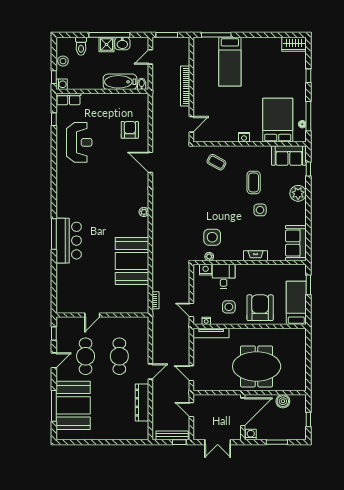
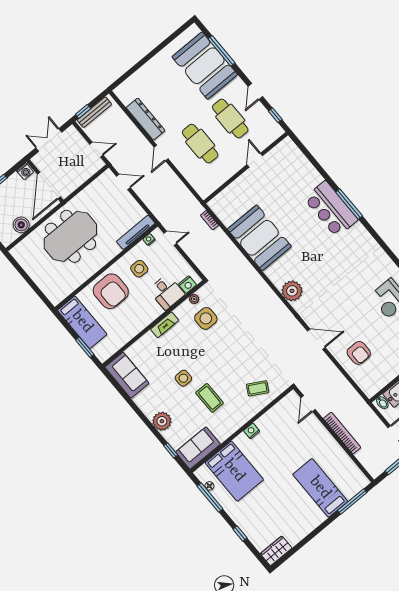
plant: (144, 212) -> (292, 291), width x1.88, depth x1.88
fireplace: (256, 256) -> (165, 325), moved

